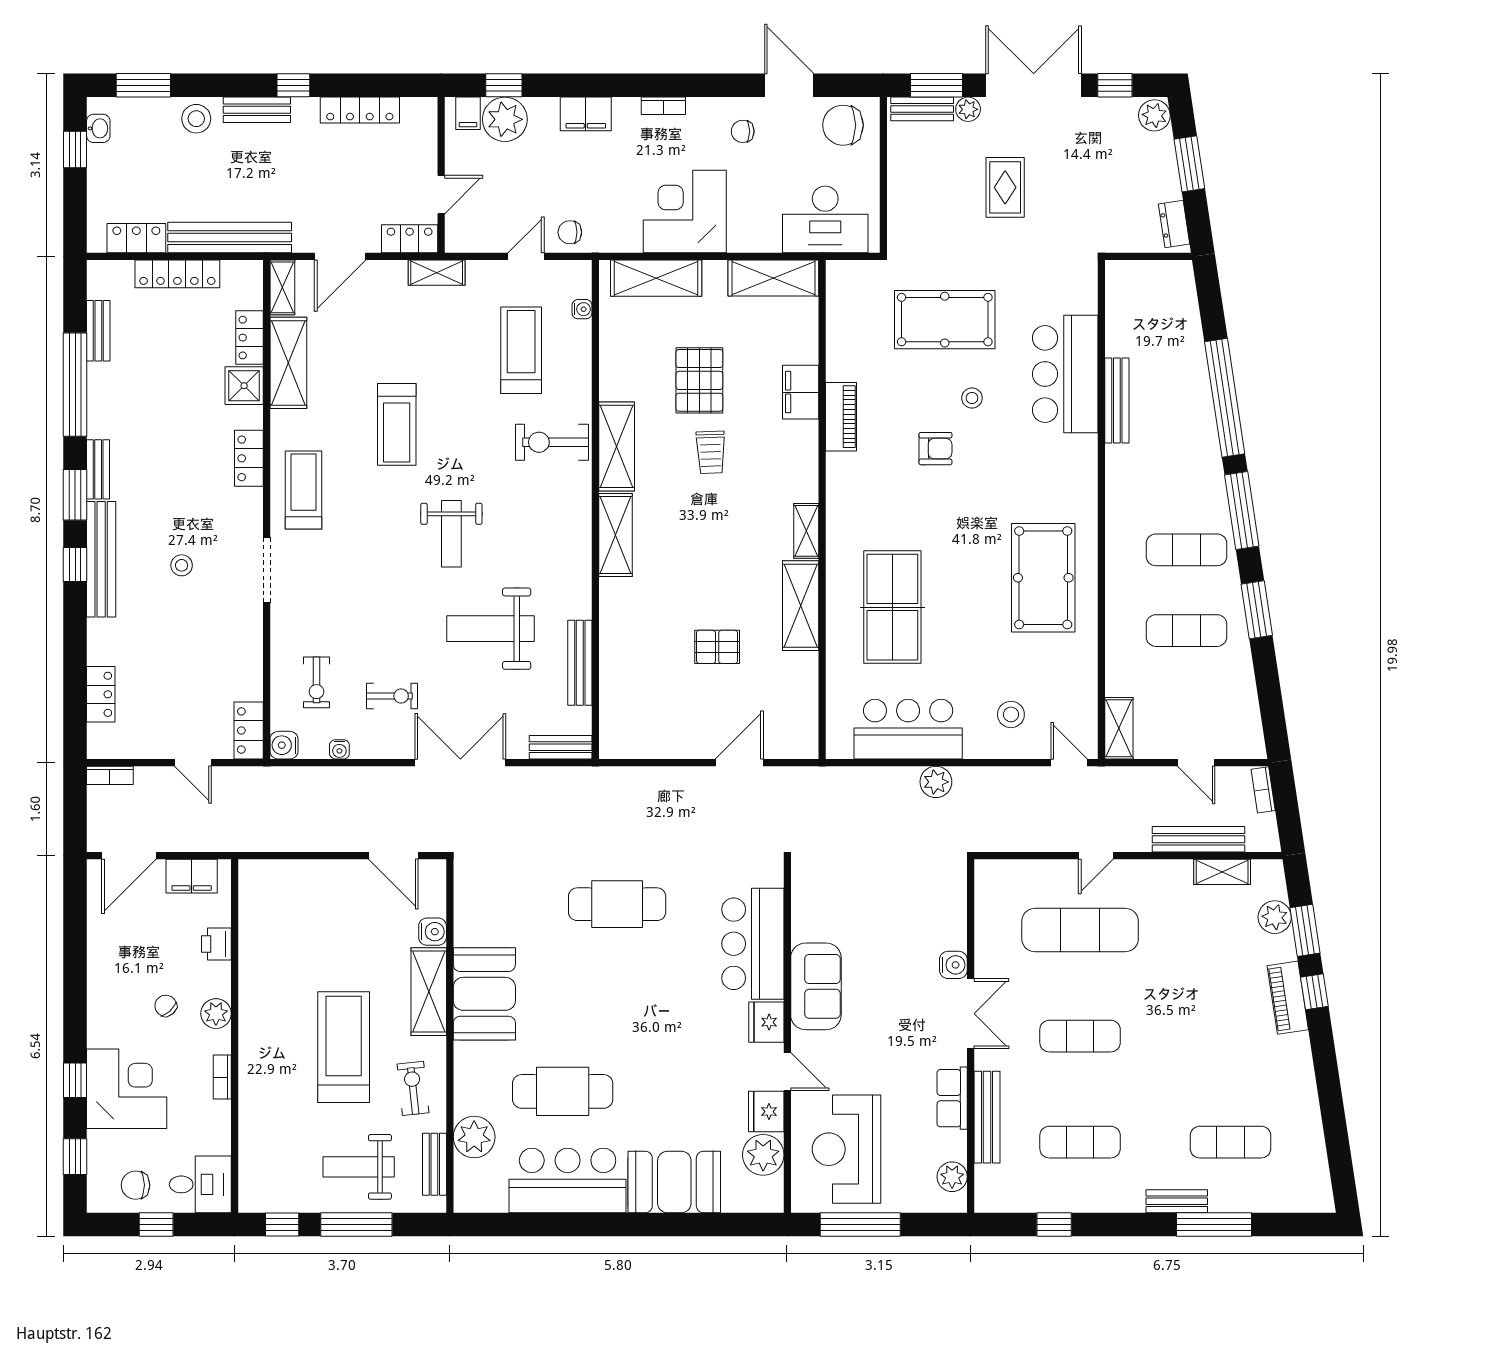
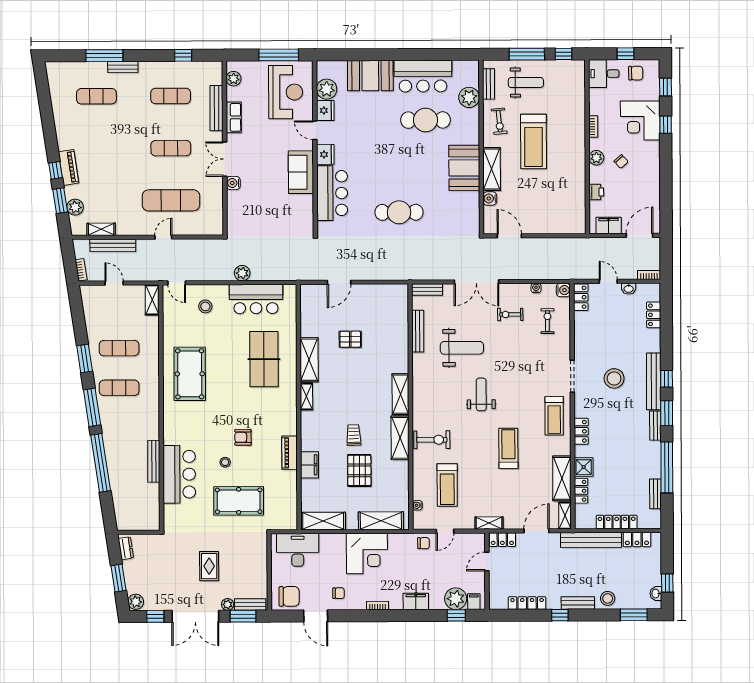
stool: (182, 565) -> (614, 378), width x1.89, depth x1.89
washbasin: (151, 748) -> (629, 289), added

